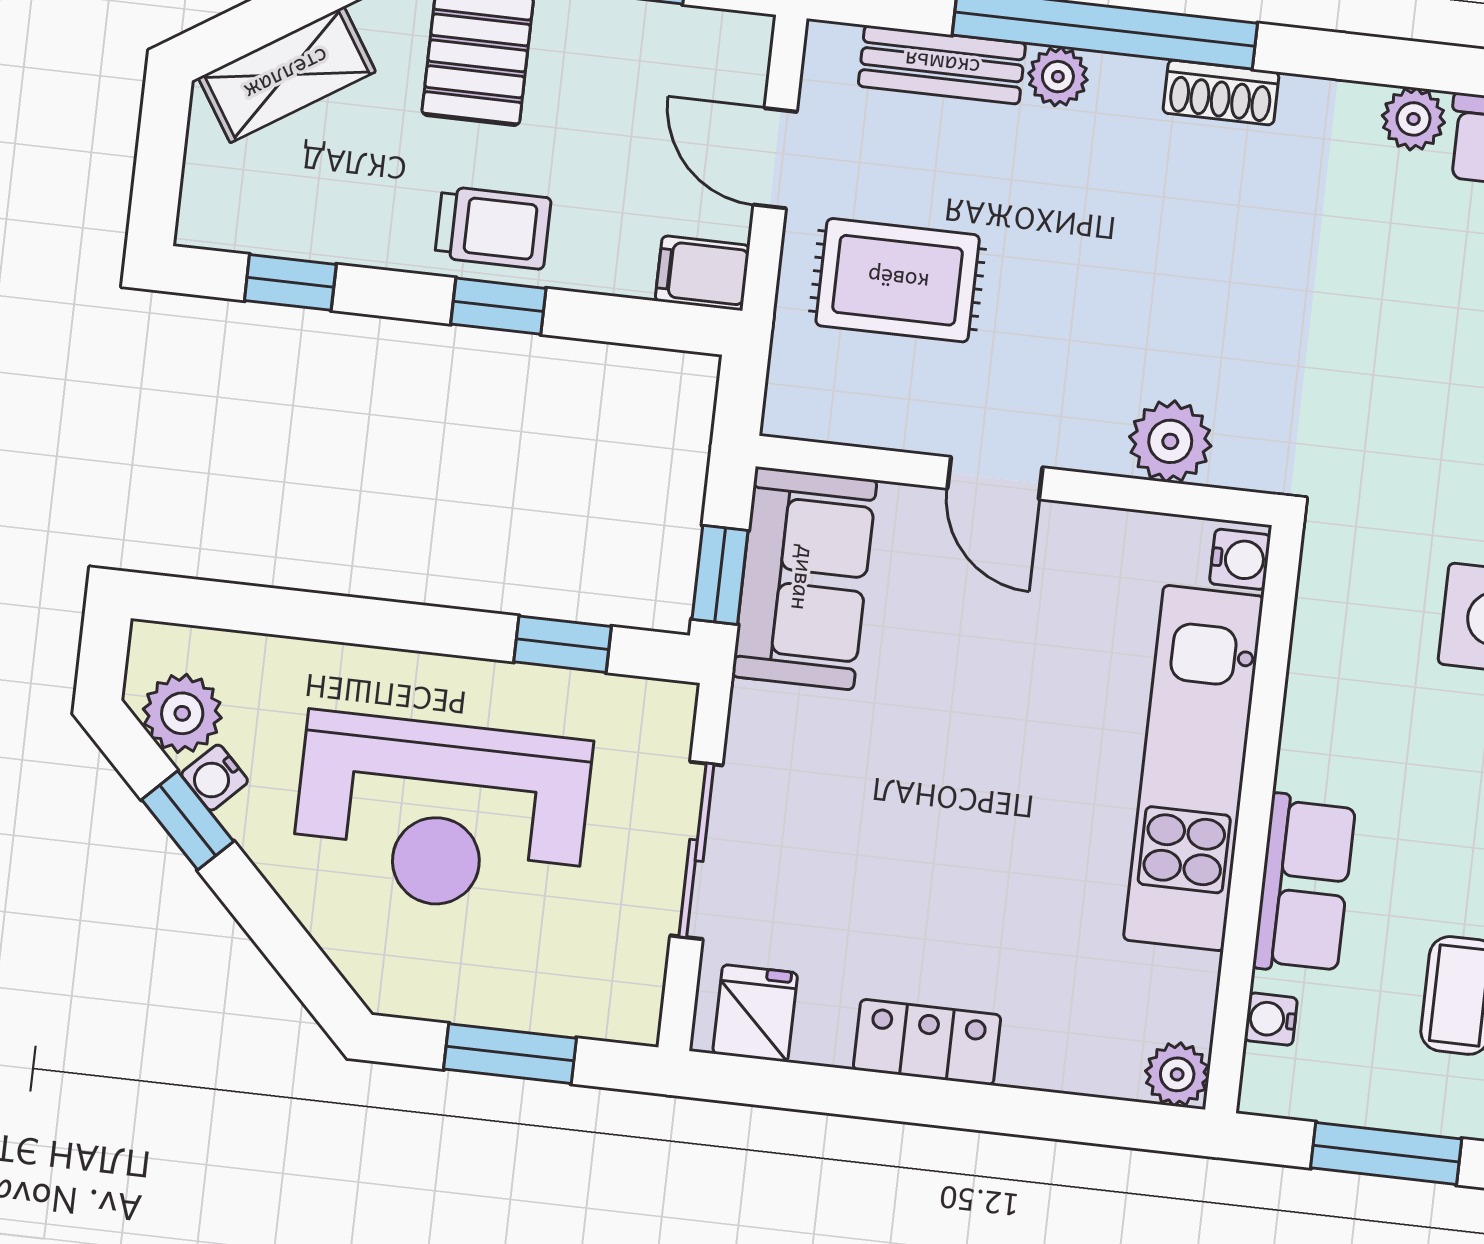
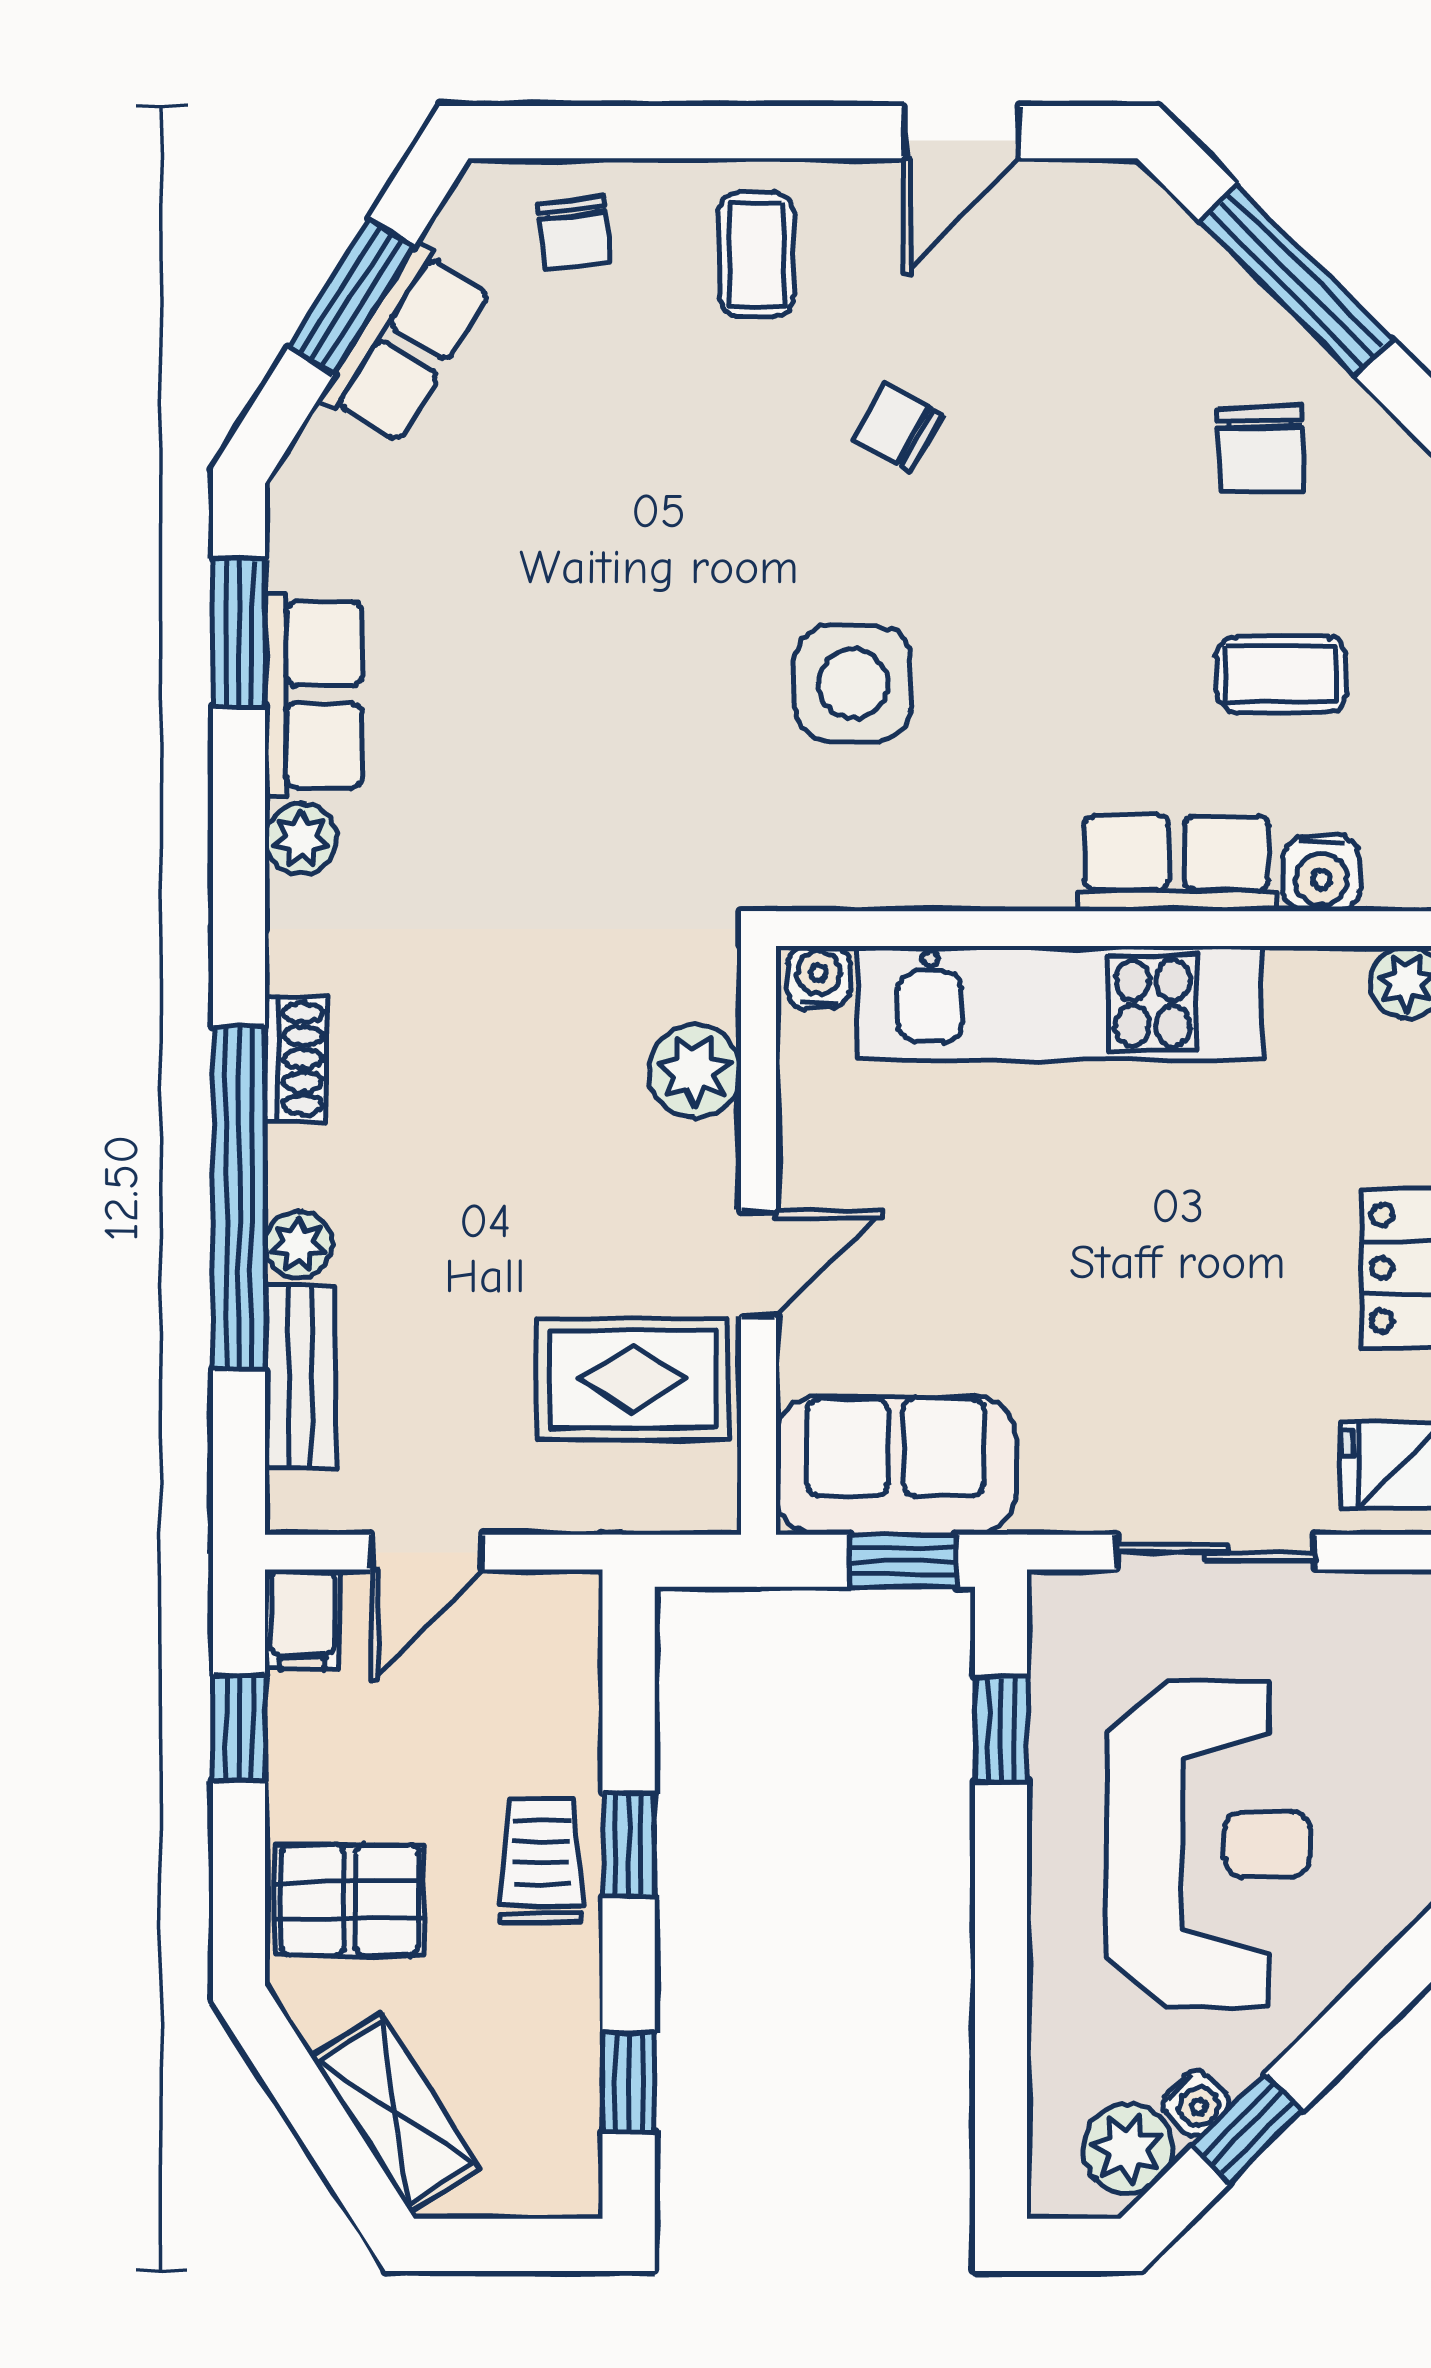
filing cabinet: (702, 273) -> (302, 1619), moved
rug: (898, 280) -> (632, 1379), moved, turned 90
water cooler: (1271, 1019) -> (1322, 873), width x1.38, depth x1.38

